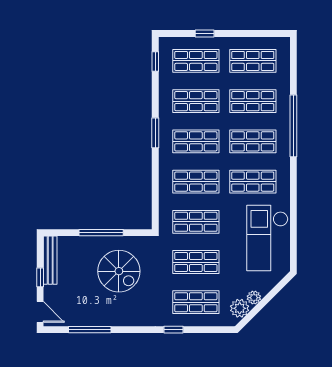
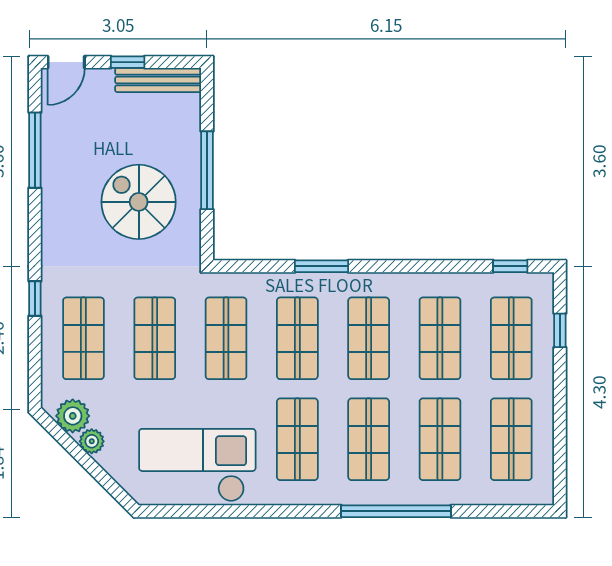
window: (205, 34) -> (560, 330), moved
window: (155, 133) -> (321, 266), moved
spiral stairs: (119, 271) -> (139, 202), turned 90

